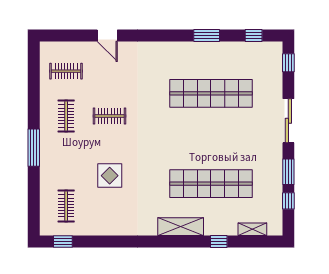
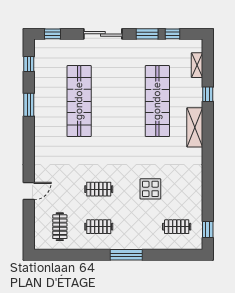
clothes rail: (109, 116) -> (99, 189), turned 90

